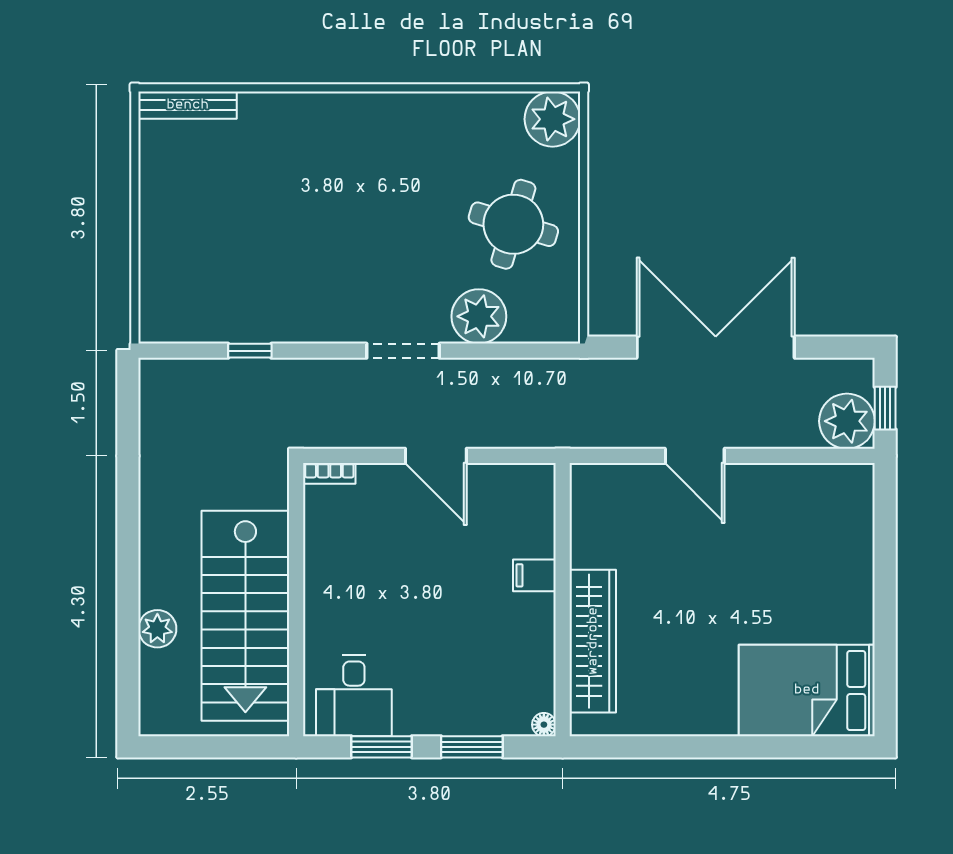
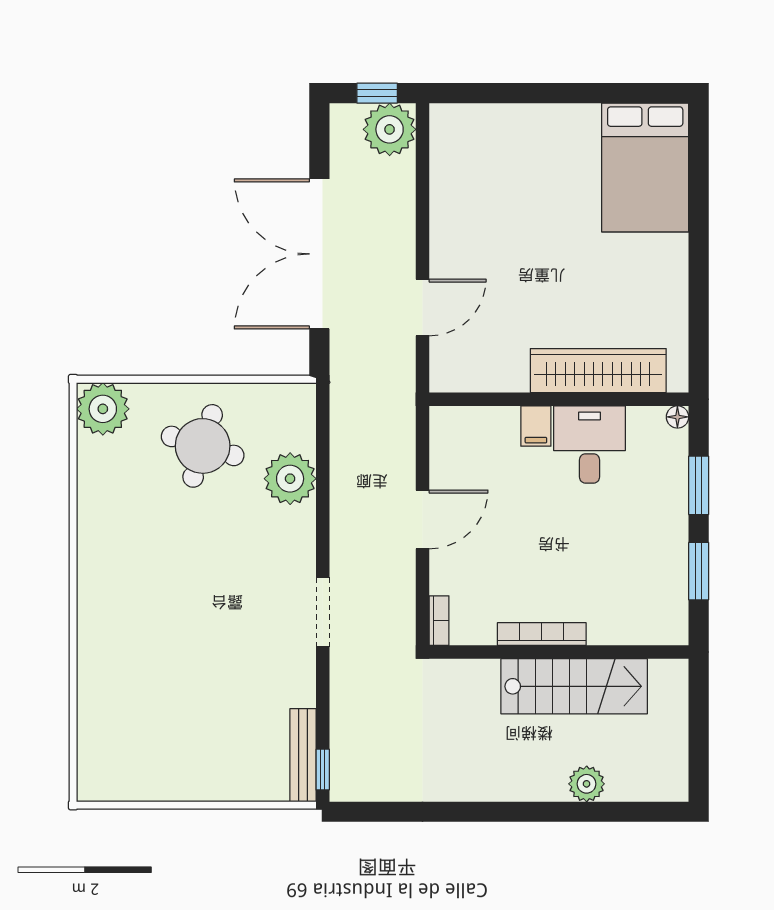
bench: (188, 105) -> (303, 755), moved
window: (250, 351) -> (323, 770), moved
doorway: (403, 351) -> (323, 612), moved
door: (695, 456) -> (422, 307), moved
bookcase: (315, 582) -> (542, 634), added
stairs: (245, 616) -> (574, 686), width x0.73, depth x0.66
desk: (354, 696) -> (590, 444), moved, turned -90

